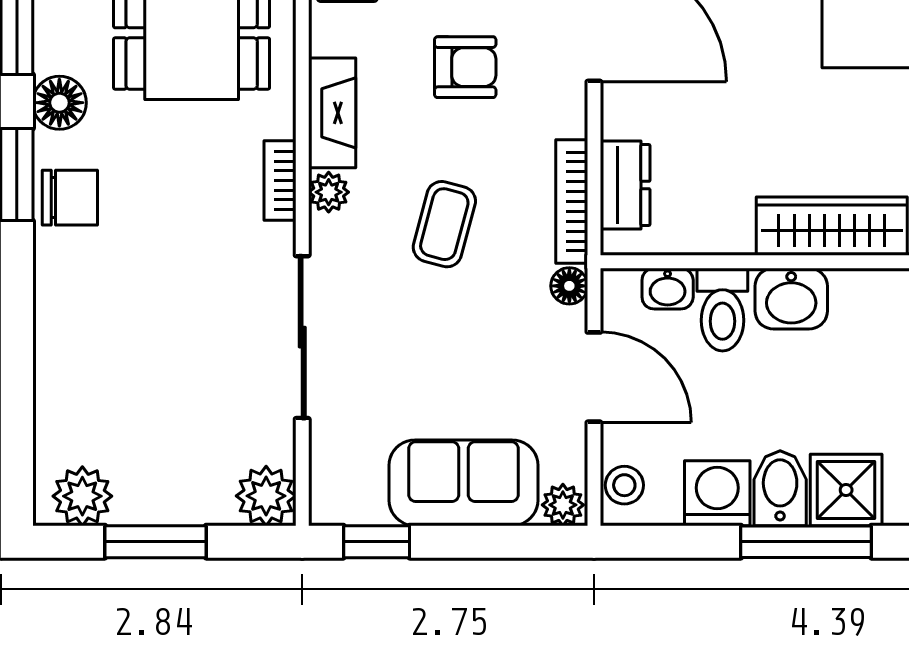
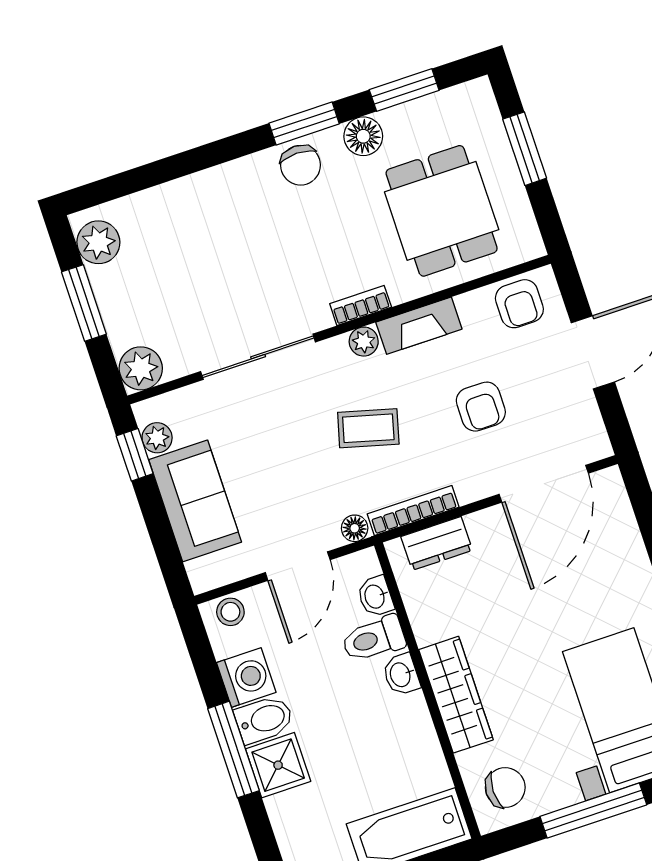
washbasin: (791, 299) -> (401, 674), width x0.72, depth x0.69
plant: (563, 505) -> (157, 438), moved

